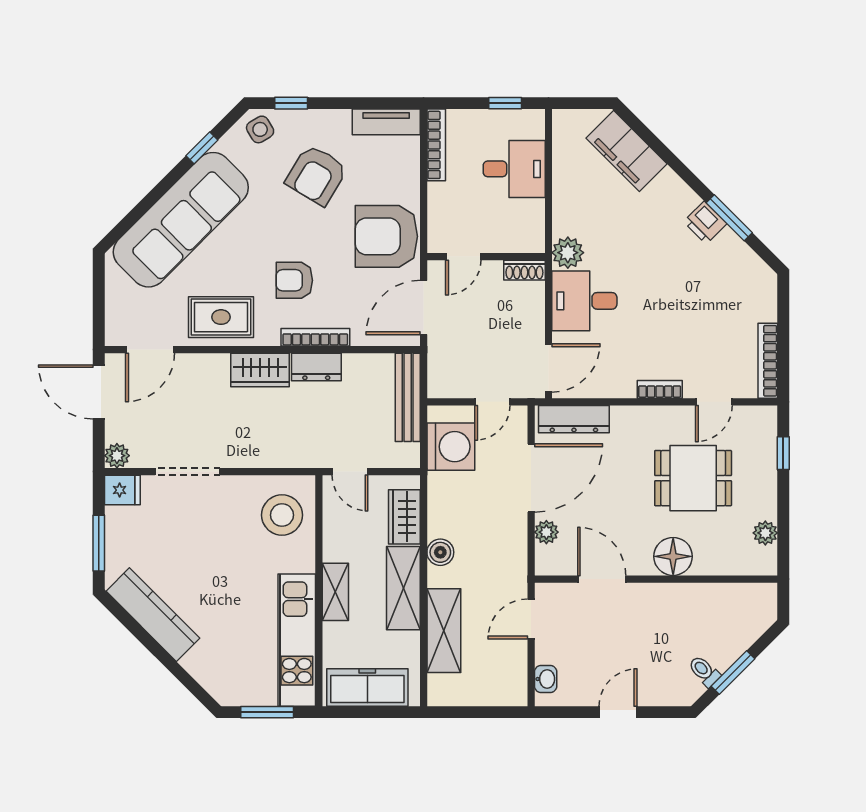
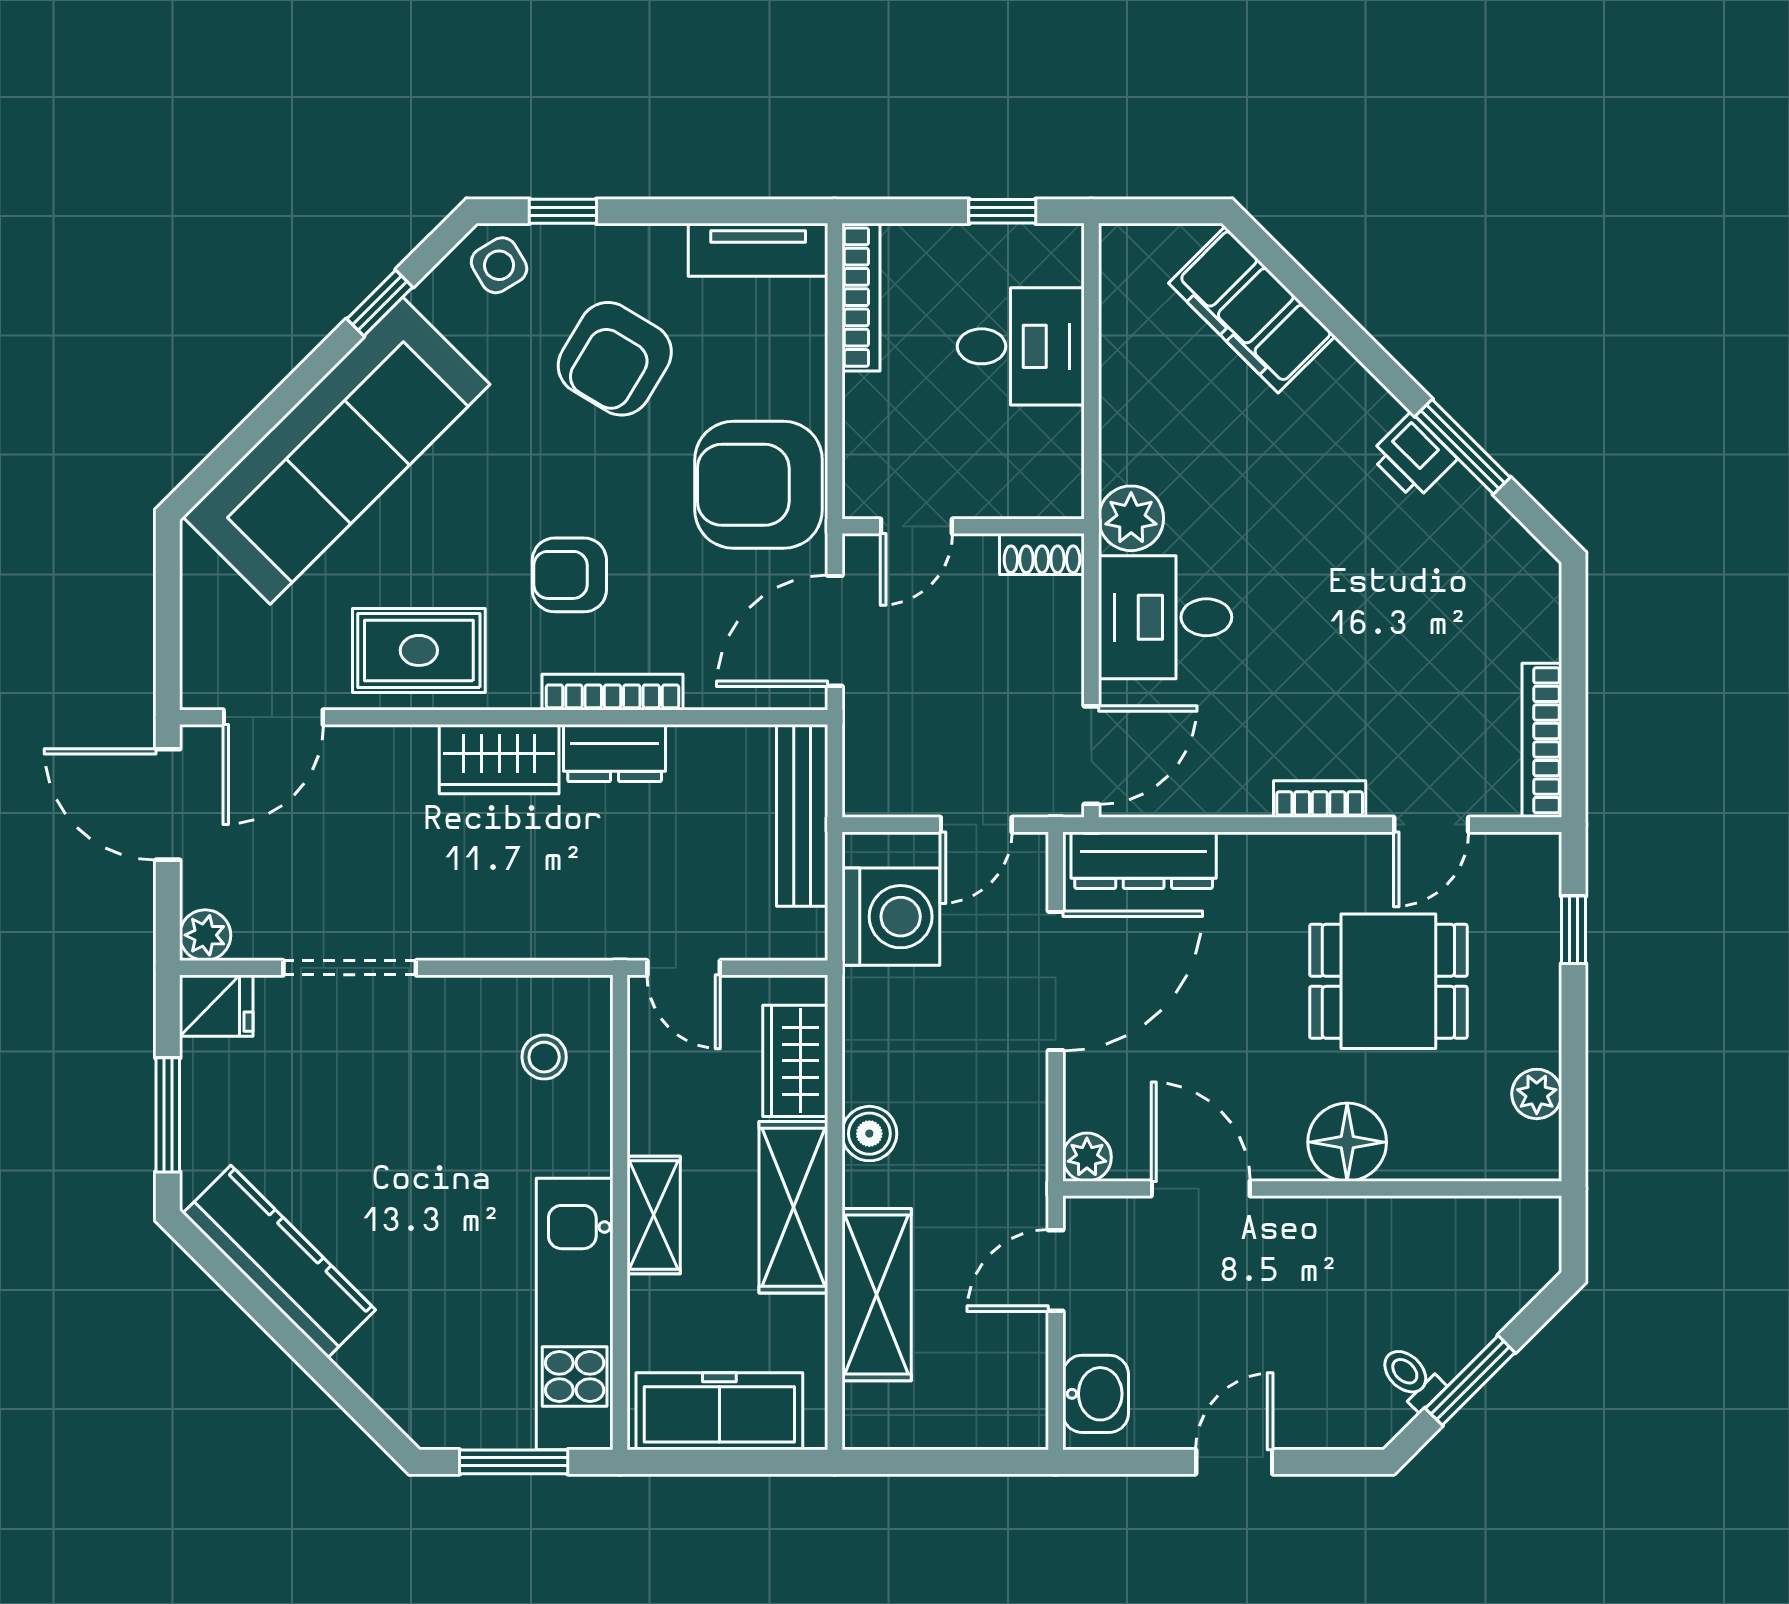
stool: (282, 515) -> (544, 1057), width x0.53, depth x0.53
plant: (546, 532) -> (1087, 1157), moved
washbasin: (546, 679) -> (1096, 1394), width x1.38, depth x1.45

